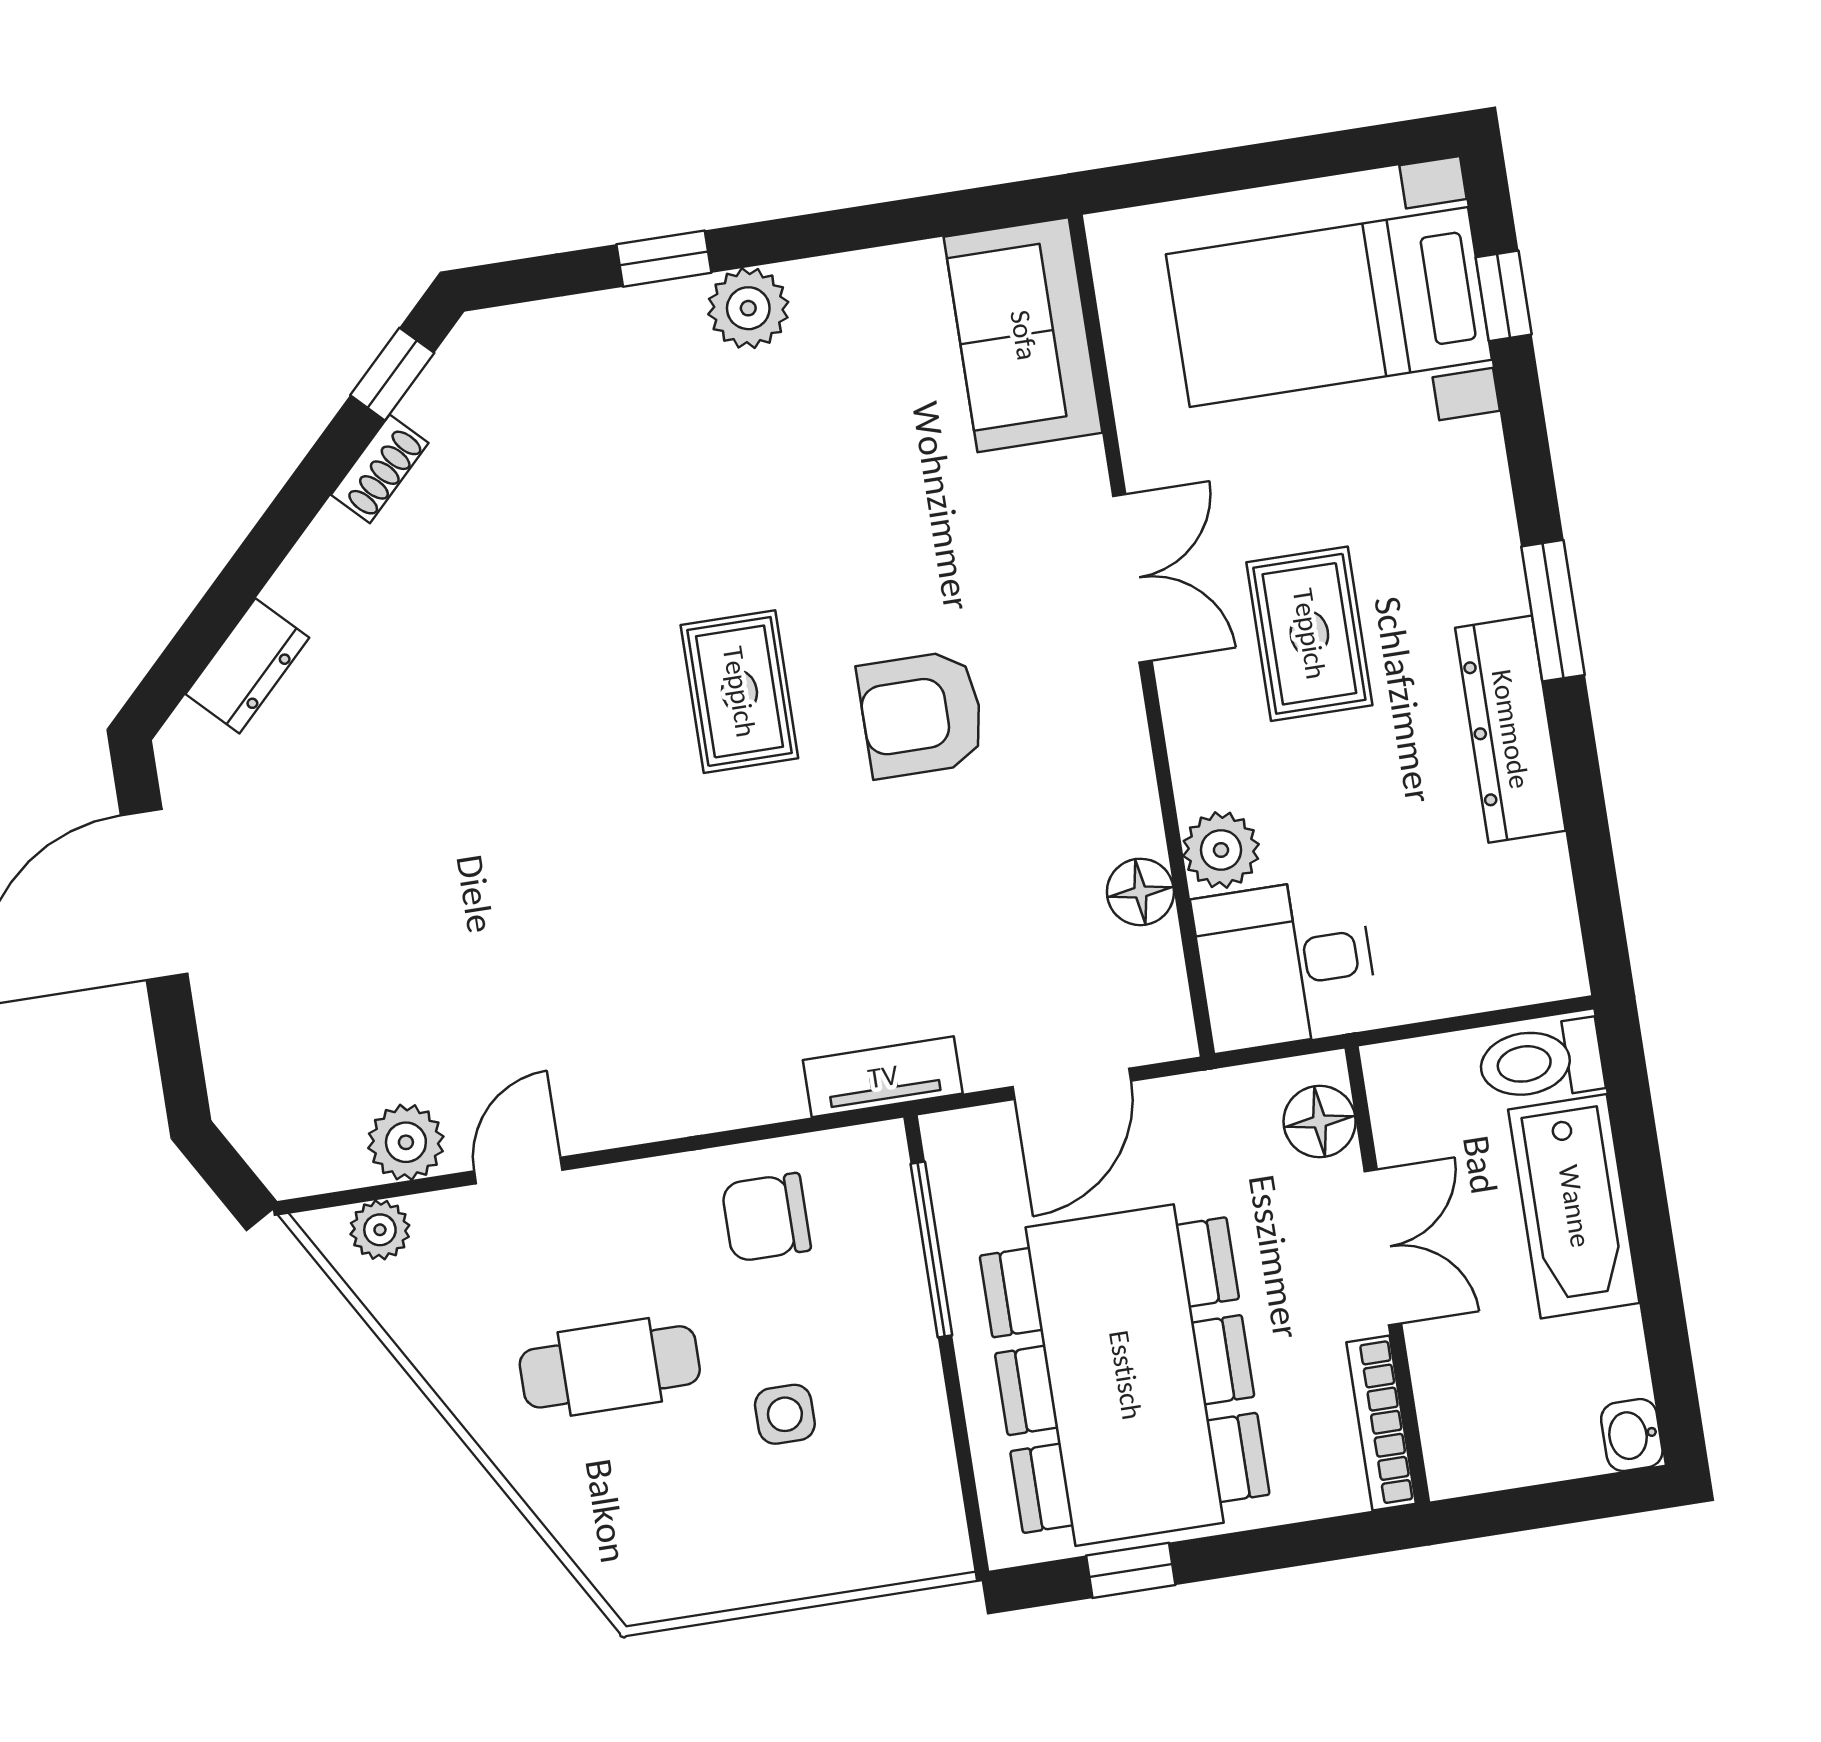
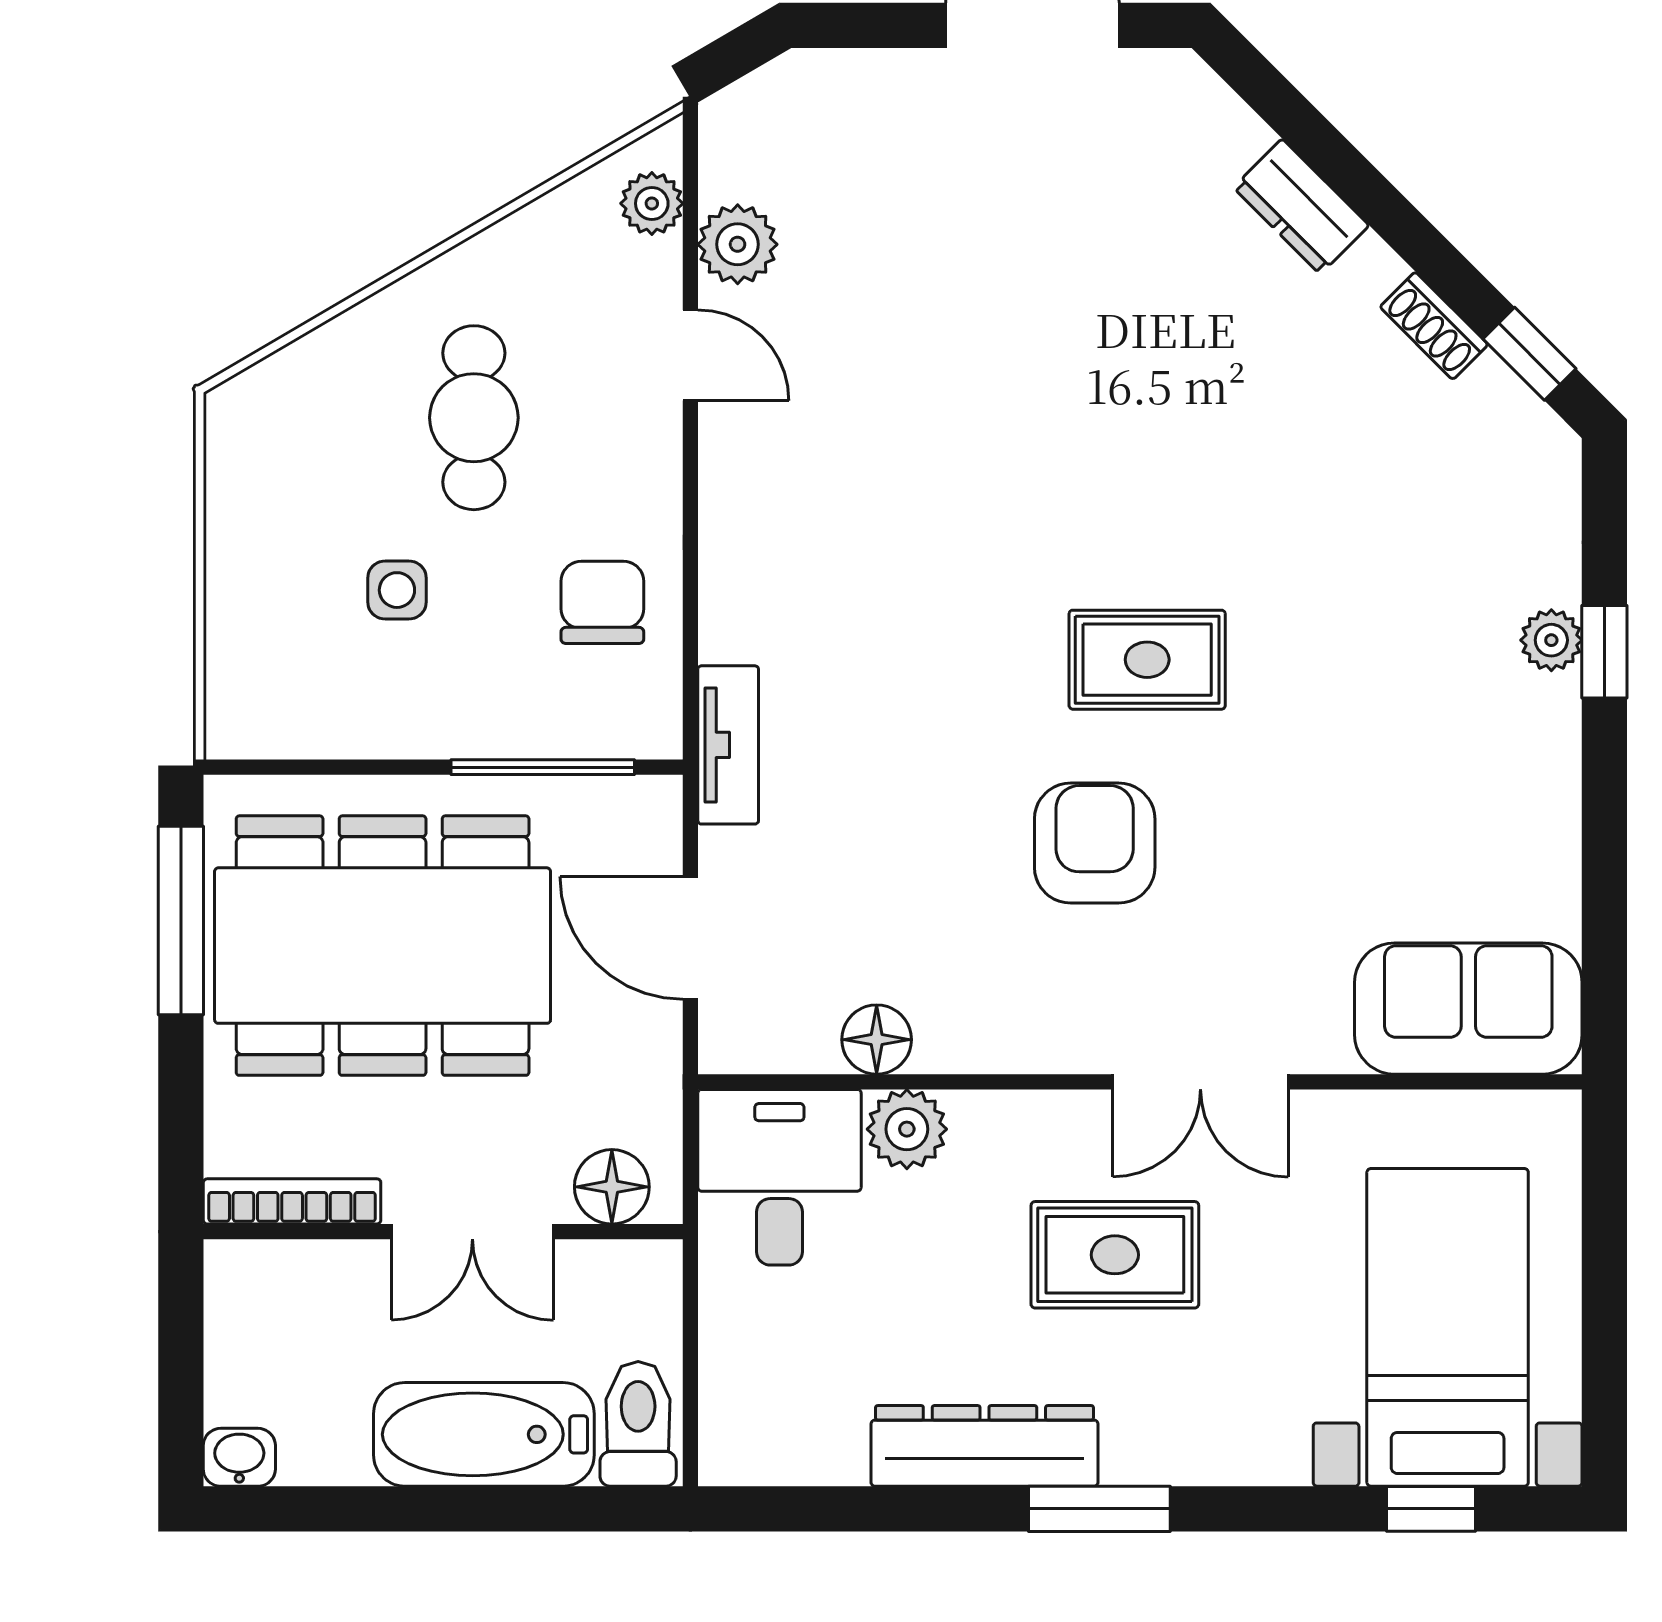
plant: (748, 308) -> (1551, 640), moved, width x0.73, depth x0.73
dresser: (247, 666) -> (1301, 206), moved
window: (1131, 1570) -> (181, 920), width x2.17

